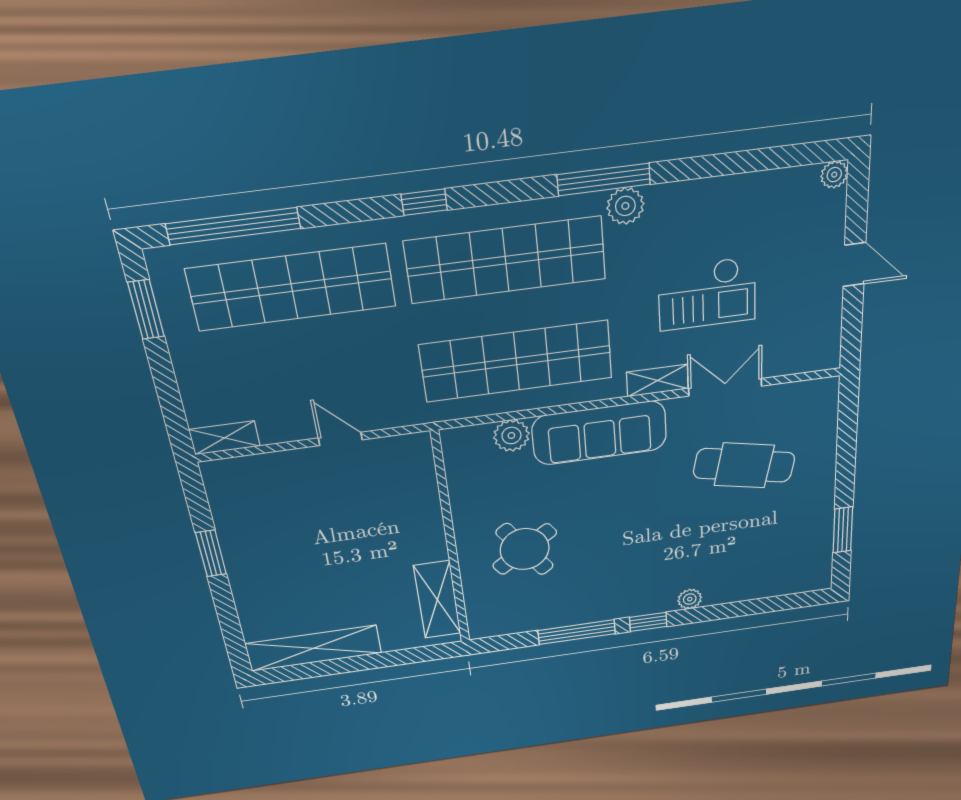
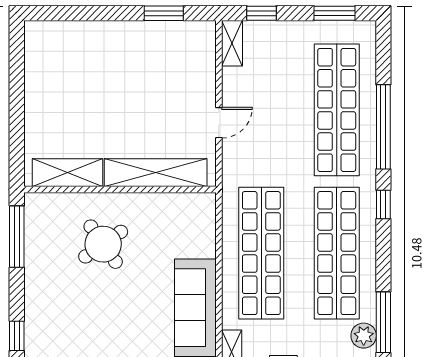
window: (233, 226) -> (383, 127), moved
window: (172, 407) -> (261, 13), added
plant: (511, 435) -> (203, 244), removed
window: (211, 553) -> (164, 13), moved
window: (577, 632) -> (17, 237), moved
shelving: (314, 648) -> (156, 173), moved, turned 90

